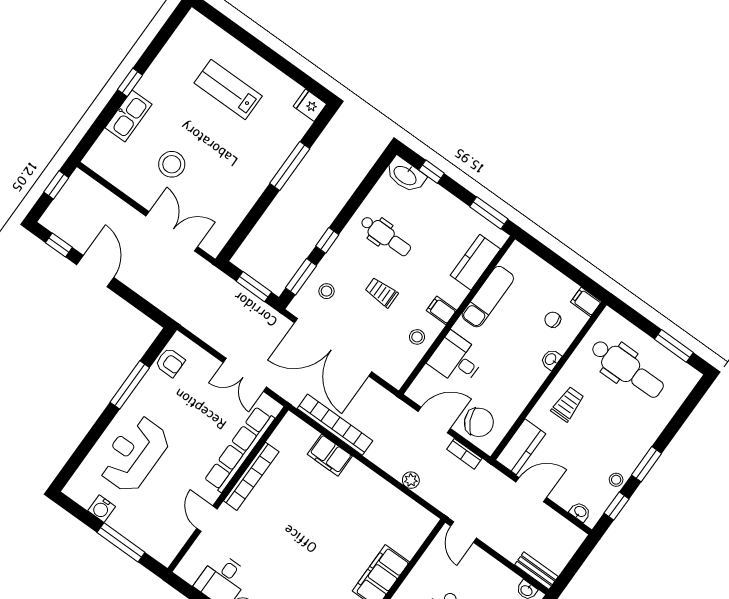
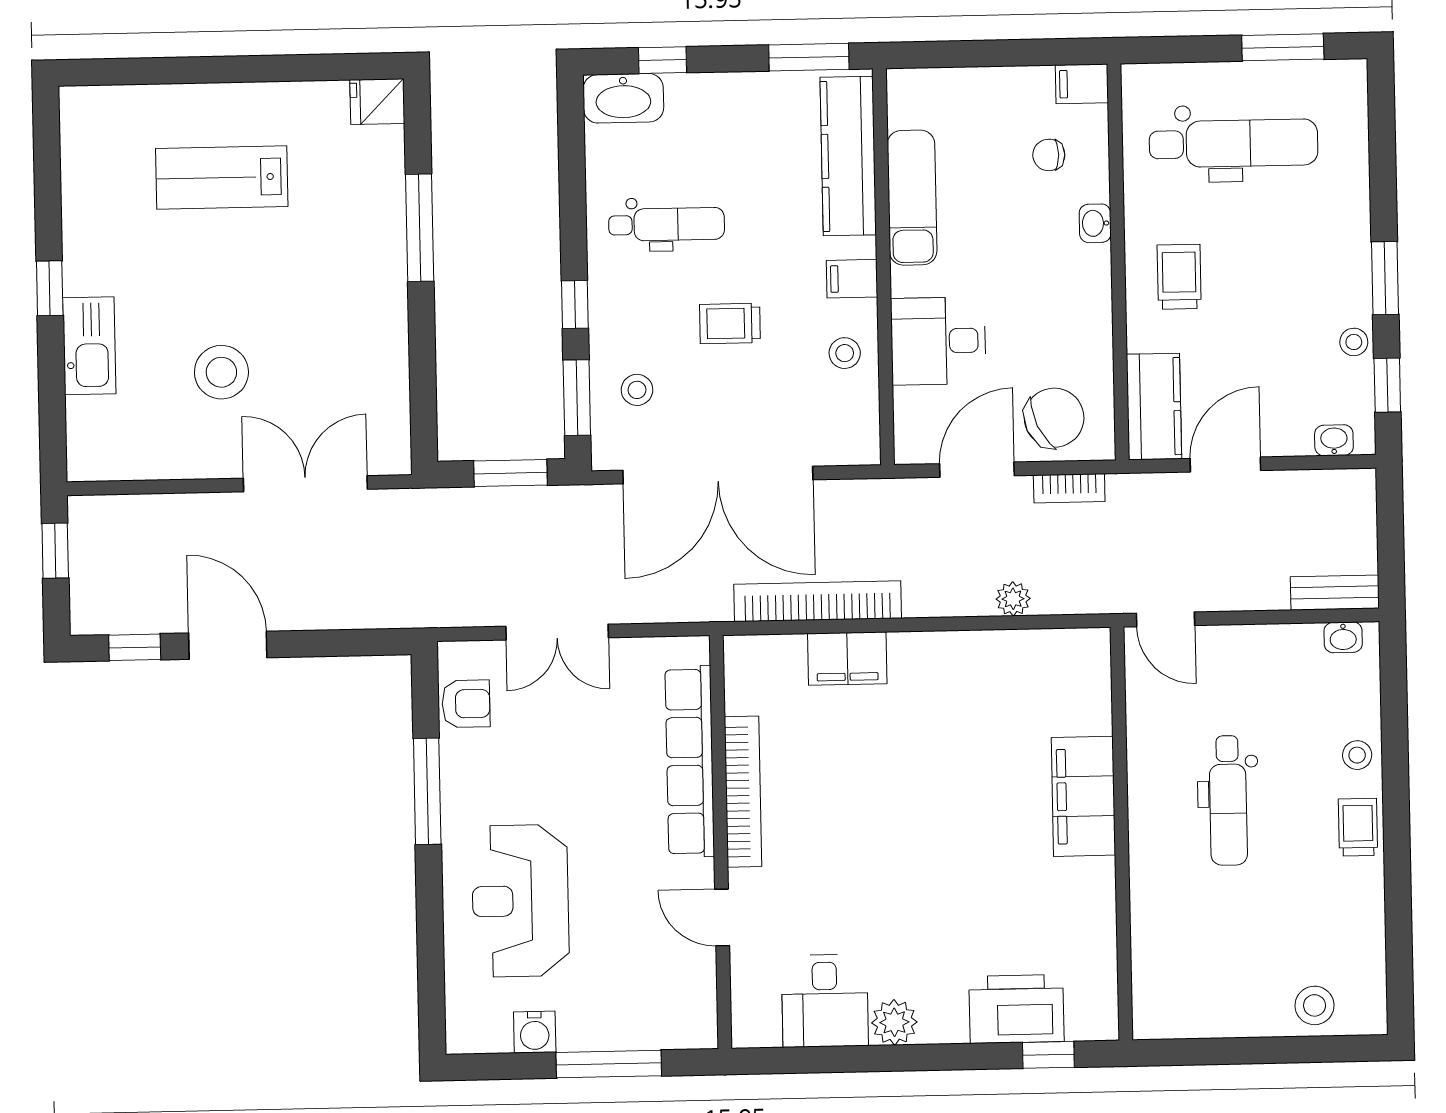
kitchen counter: (475, 262) -> (848, 156), width x1.50
double door: (245, 375) -> (557, 632), moved

